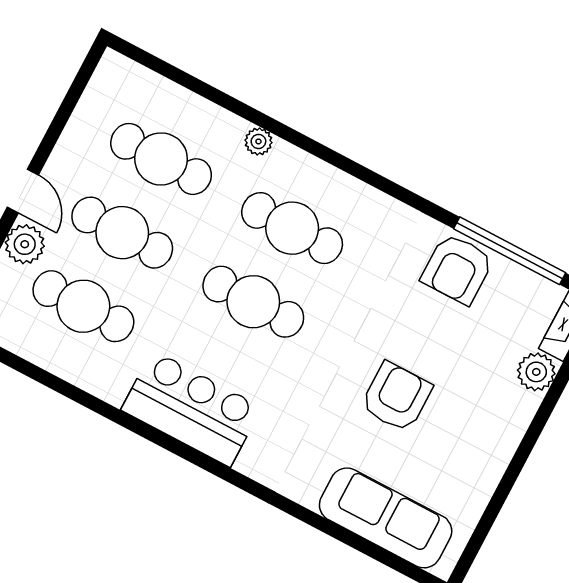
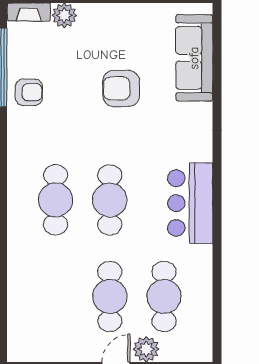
plant: (258, 141) -> (16, 246), removed
cafe table: (161, 159) -> (56, 296), removed
armchair: (457, 269) -> (29, 92), width x0.72, depth x0.72

